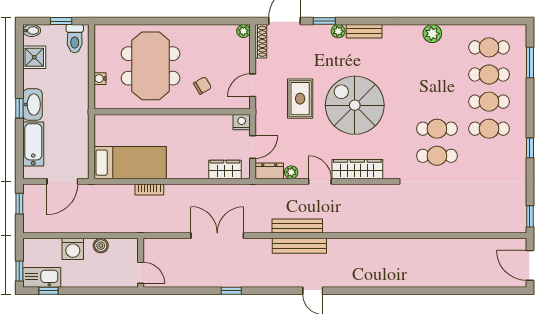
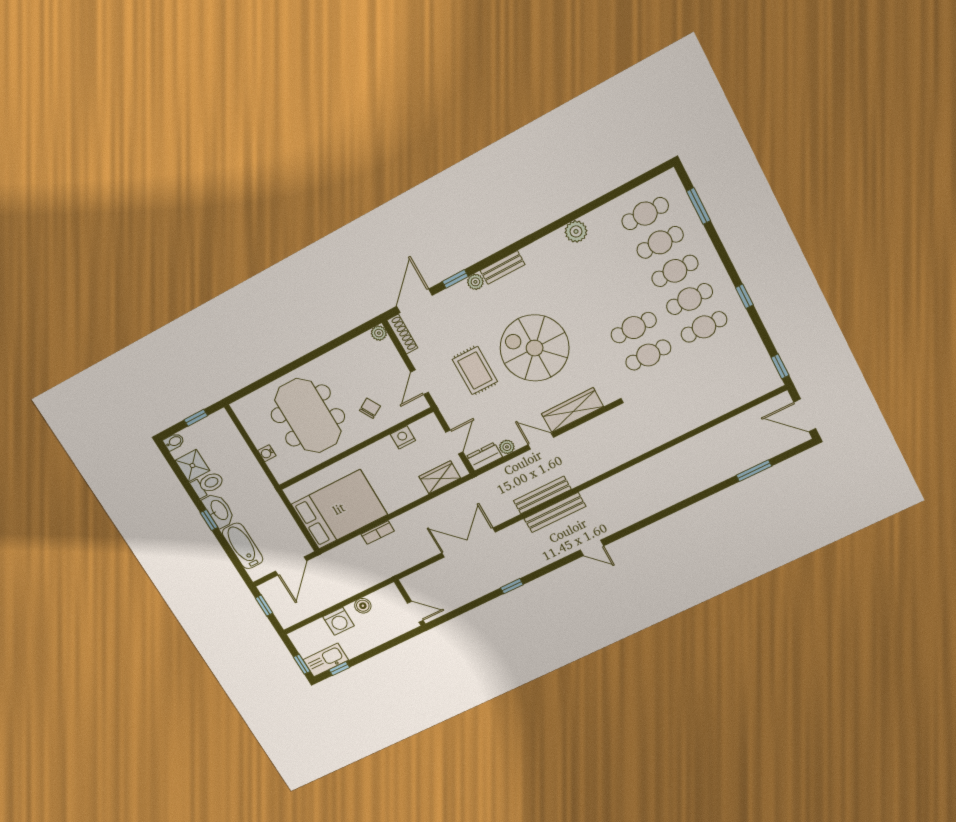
toilet: (75, 39) -> (208, 484), moved, turned -90
nightstand: (242, 122) -> (403, 437), moved
cafe table: (489, 156) -> (704, 327), added
bed: (130, 163) -> (339, 509), width x1.50
window: (470, 291) -> (754, 471), added

